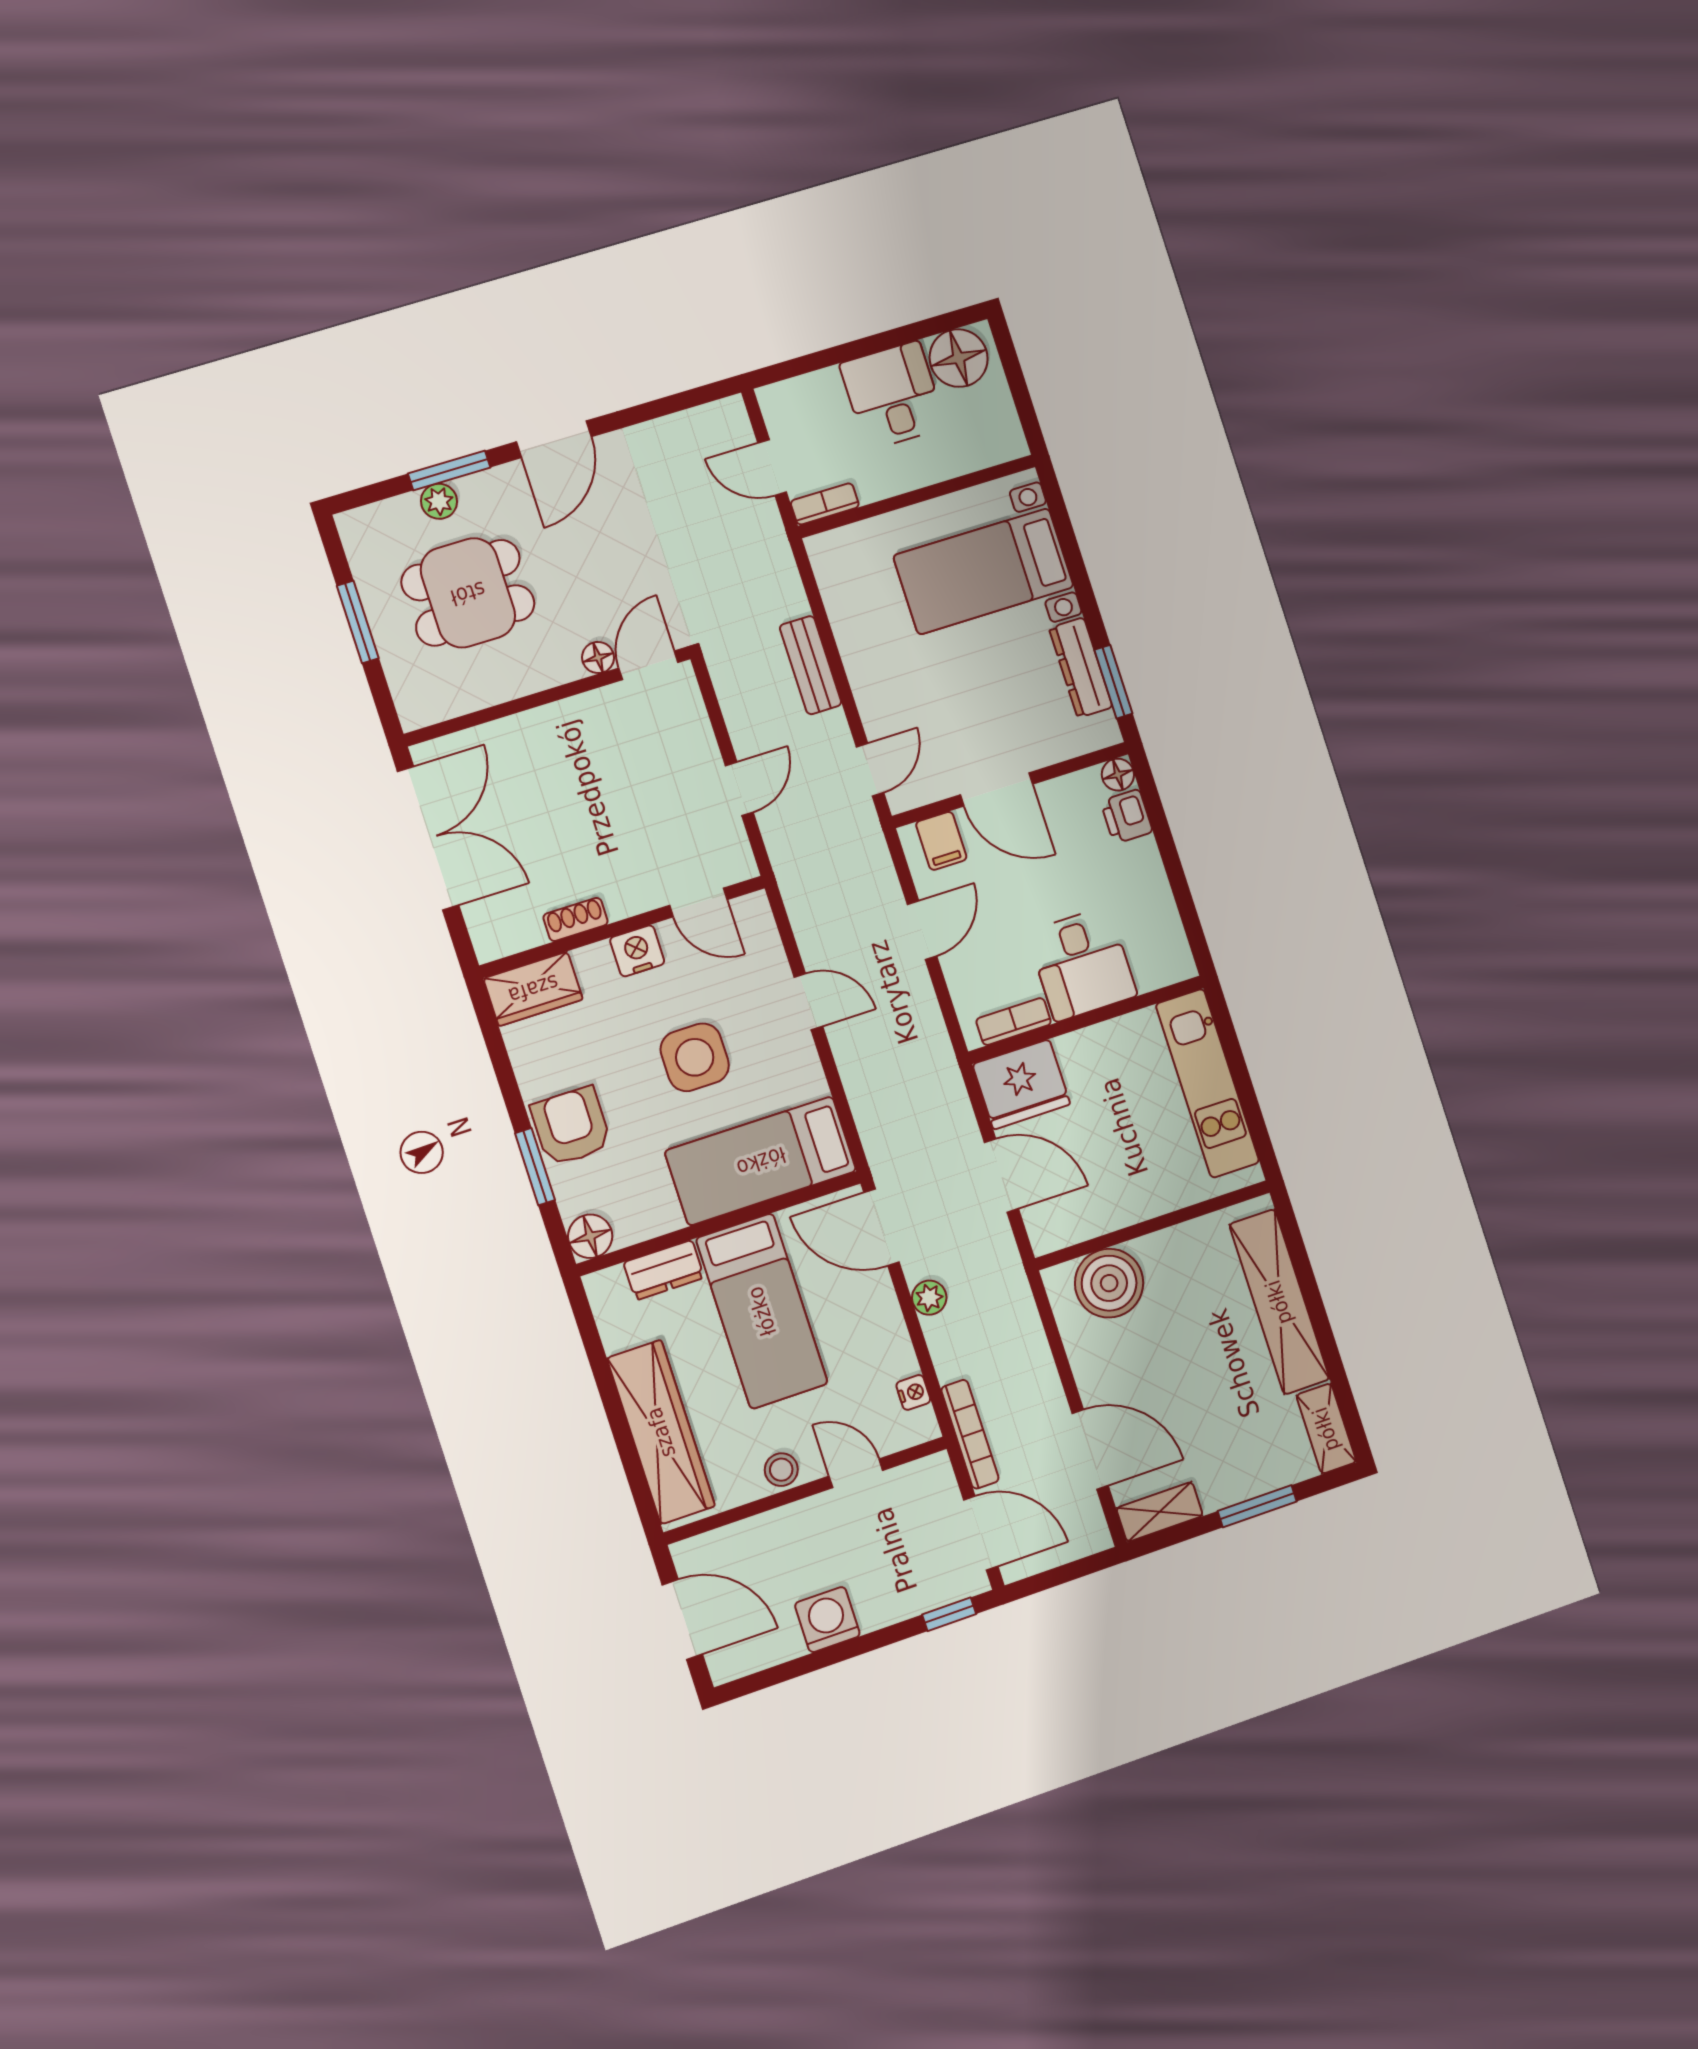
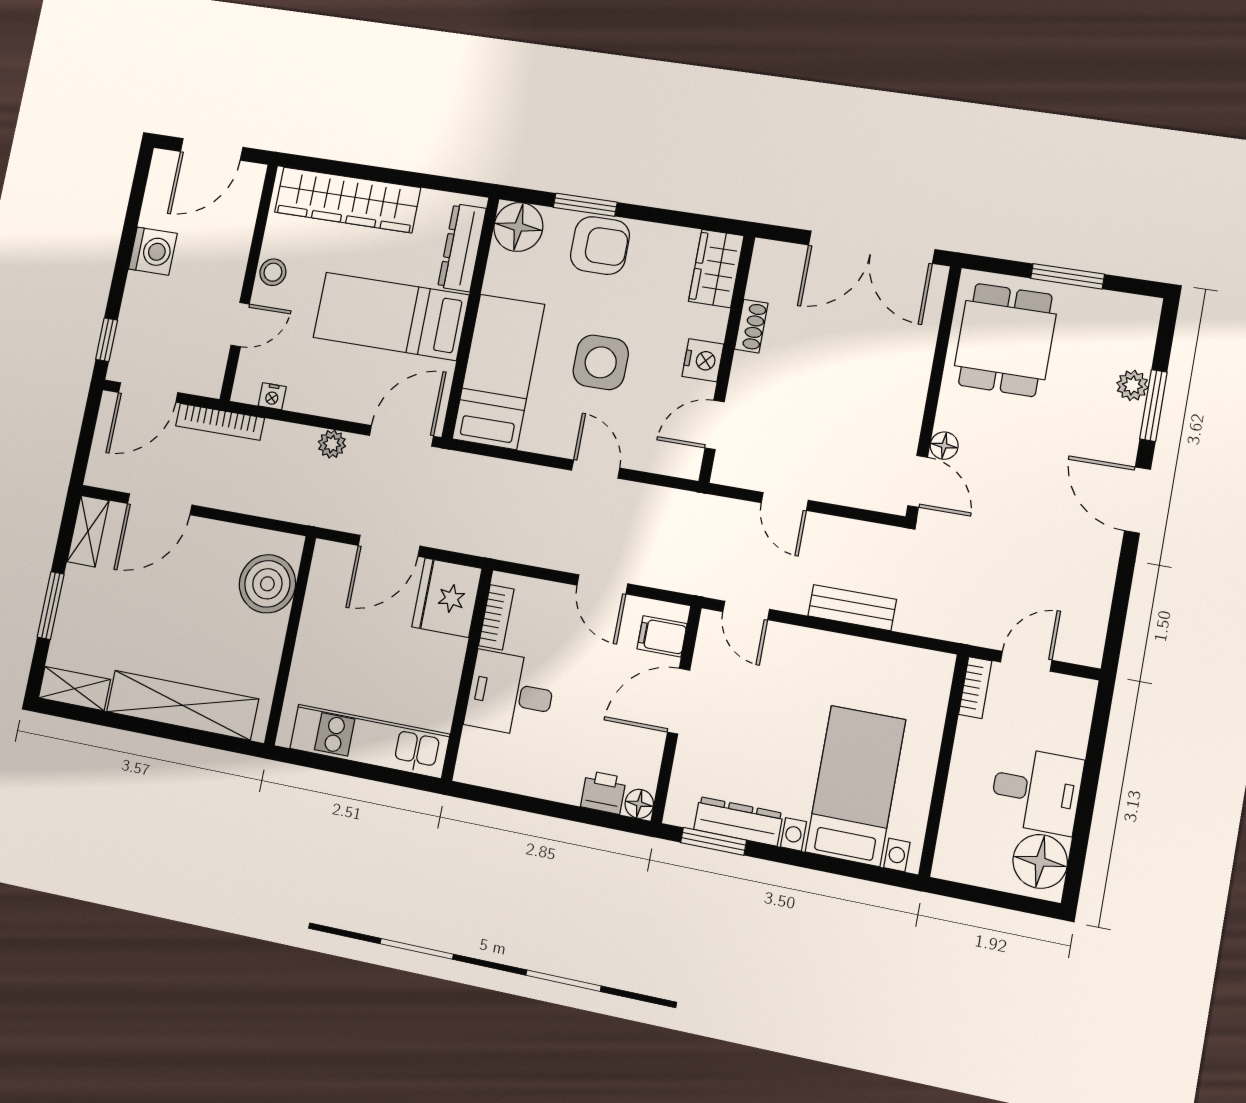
dining table: (468, 593) -> (1005, 340), moved
door: (808, 1002) -> (596, 469), swing flipped
floor lamp: (590, 1236) -> (518, 227), width x1.38, depth x1.38
dresser: (664, 1270) -> (462, 248), width x1.44

